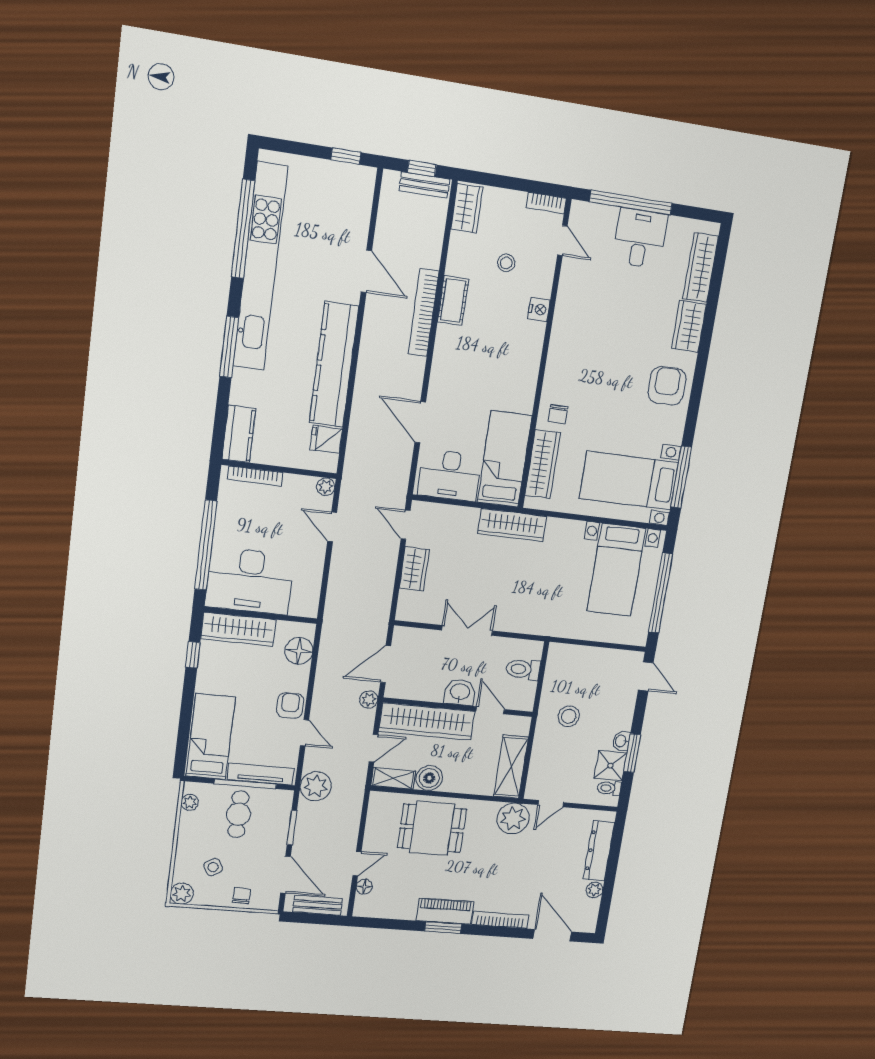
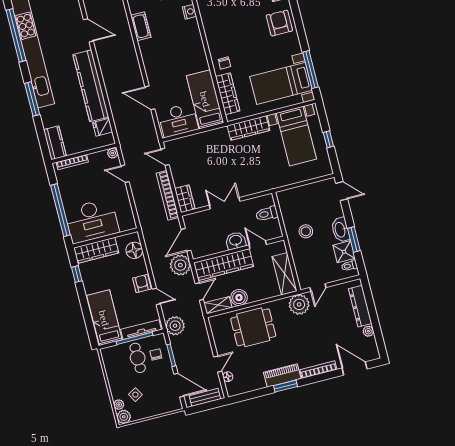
bookcase: (424, 313) -> (167, 195), moved
wardrobe: (512, 525) -> (248, 128), moved
wardrobe: (414, 569) -> (185, 199), moved
window: (661, 593) -> (328, 139), width x0.32
plant: (369, 700) -> (180, 265), width x1.88, depth x1.88
washbasin: (621, 741) -> (340, 230), width x1.91, depth x1.45
plant: (190, 802) -> (119, 405), moved
chair: (242, 896) -> (156, 354), moved

